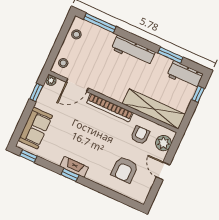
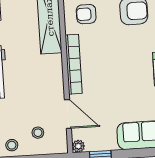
stool: (63, 63) -> (38, 133), moved

